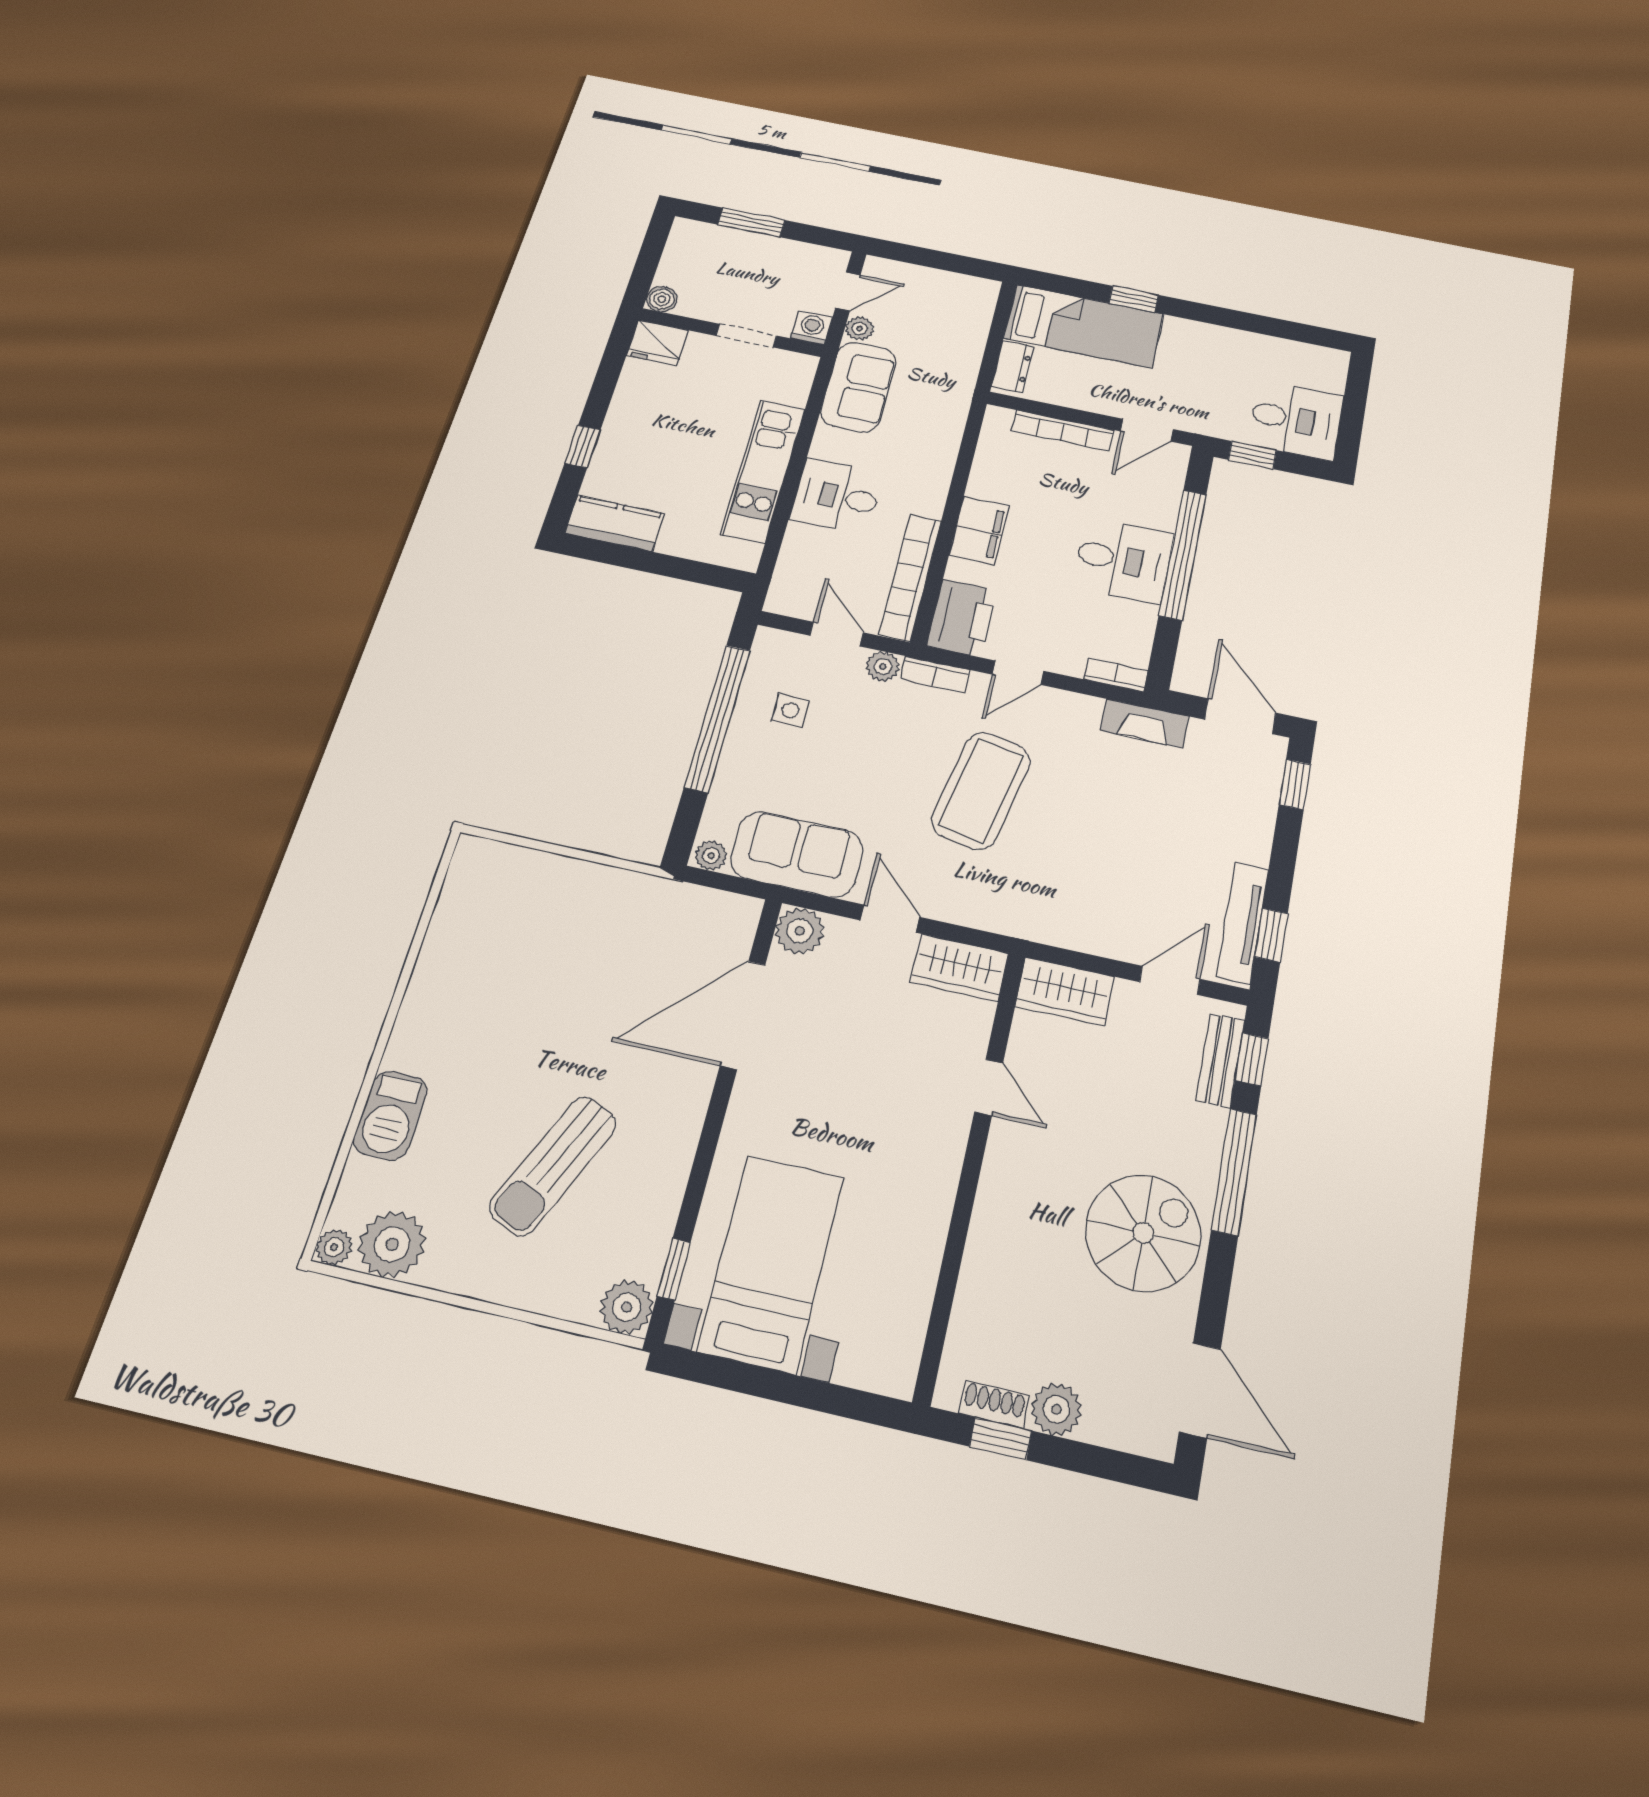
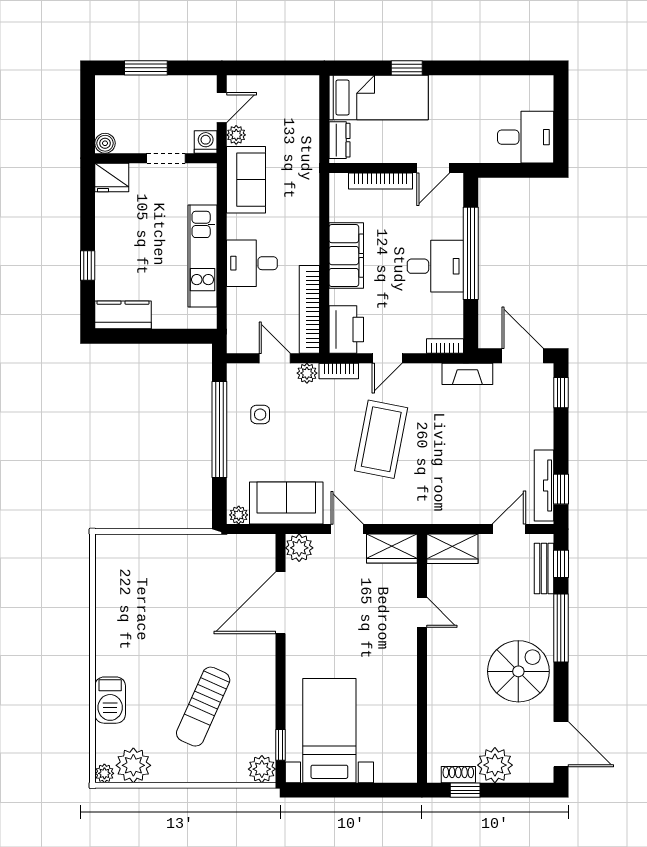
window: (1252, 455) -> (502, 170), removed
filing cabinet: (979, 531) -> (346, 256), width x1.50, depth x1.17
plant: (1057, 1409) -> (495, 765), width x1.36, depth x1.36

